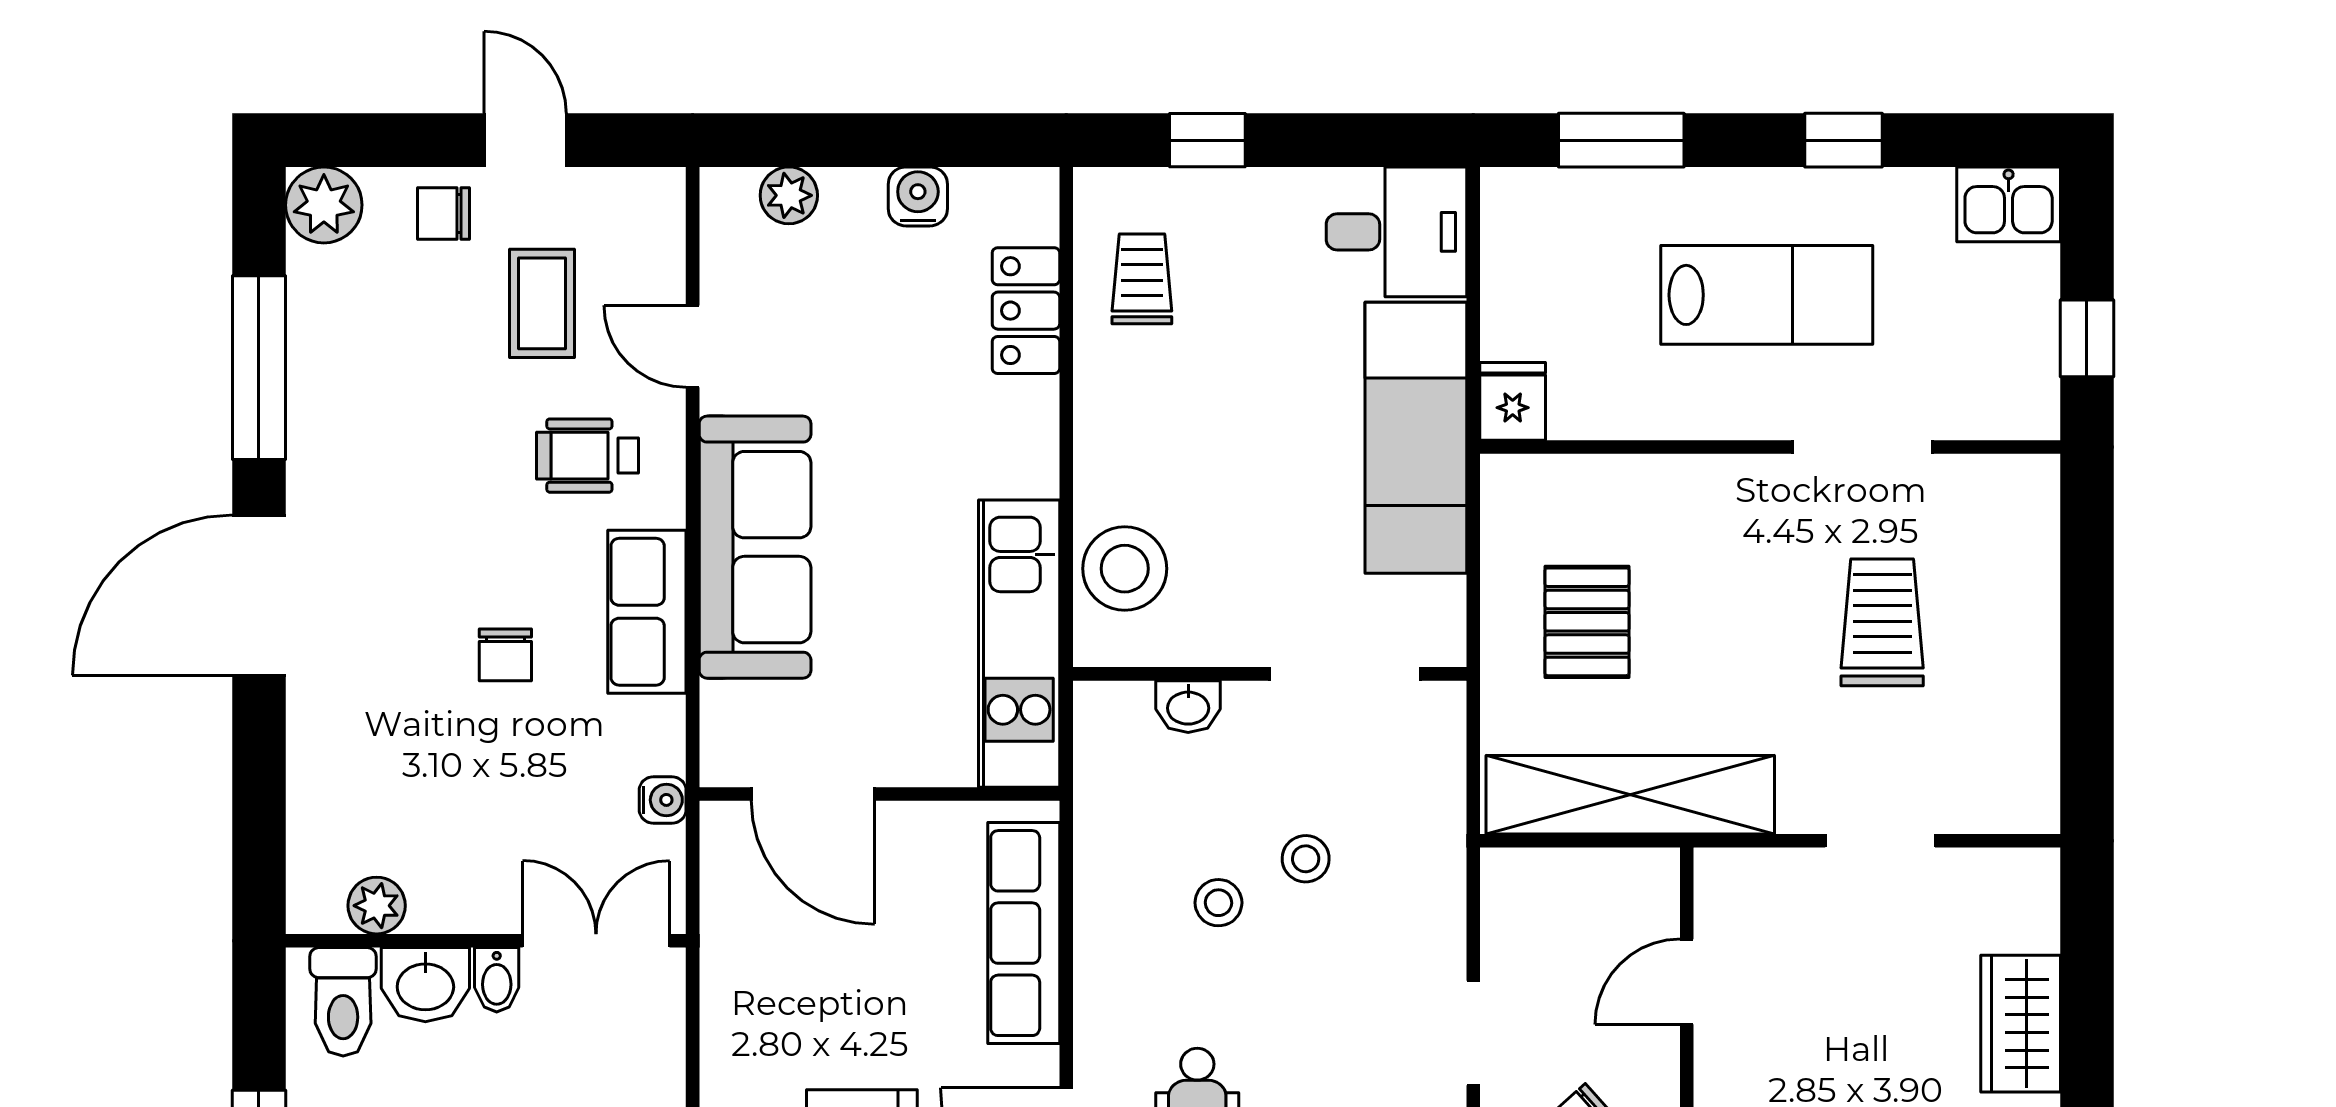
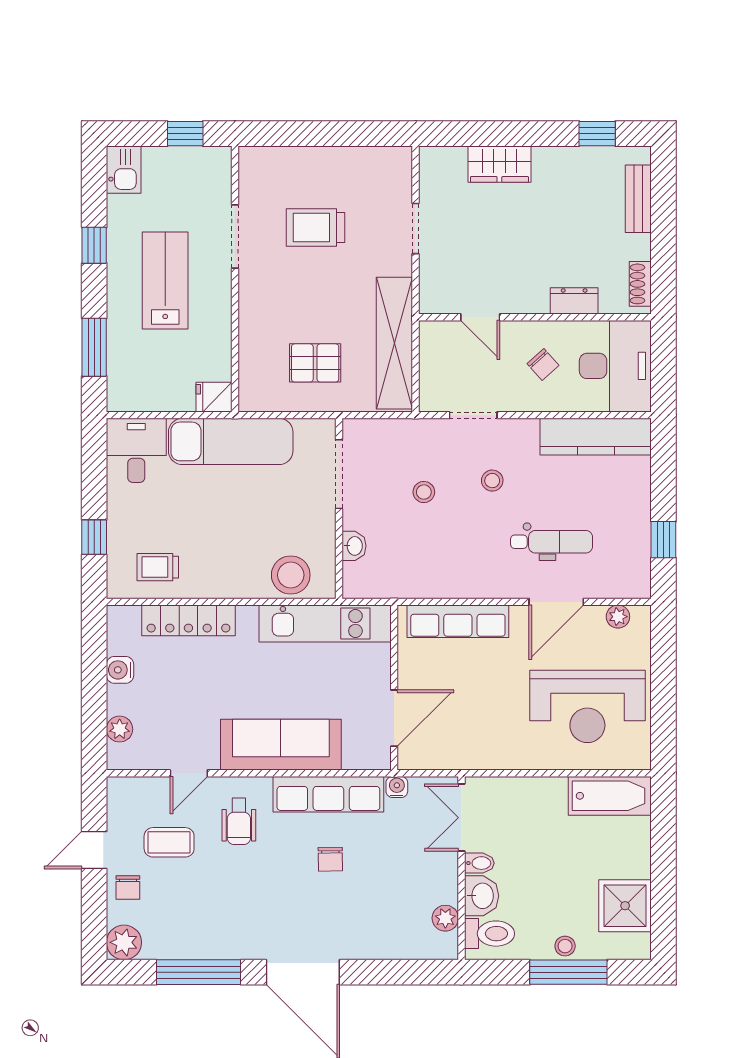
locker: (1026, 311) -> (188, 620), width x1.53
row of seats: (647, 612) -> (328, 794), width x1.48
chair: (505, 655) -> (330, 859), turned 89
stool: (1218, 903) -> (492, 481), moved
doorway: (1473, 1033) -> (473, 415), moved

